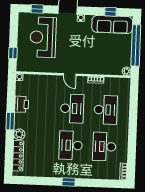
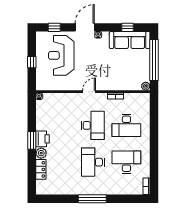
window: (13, 53) -> (32, 62), moved
door: (70, 75) -> (89, 92), swing flipped
printer: (22, 104) -> (42, 139), moved
desk: (106, 110) -> (126, 125), turned 90
desk: (104, 147) -> (126, 162), turned 90
locker: (18, 156) -> (41, 169), width x0.66
window: (69, 182) -> (92, 199), width x2.17

